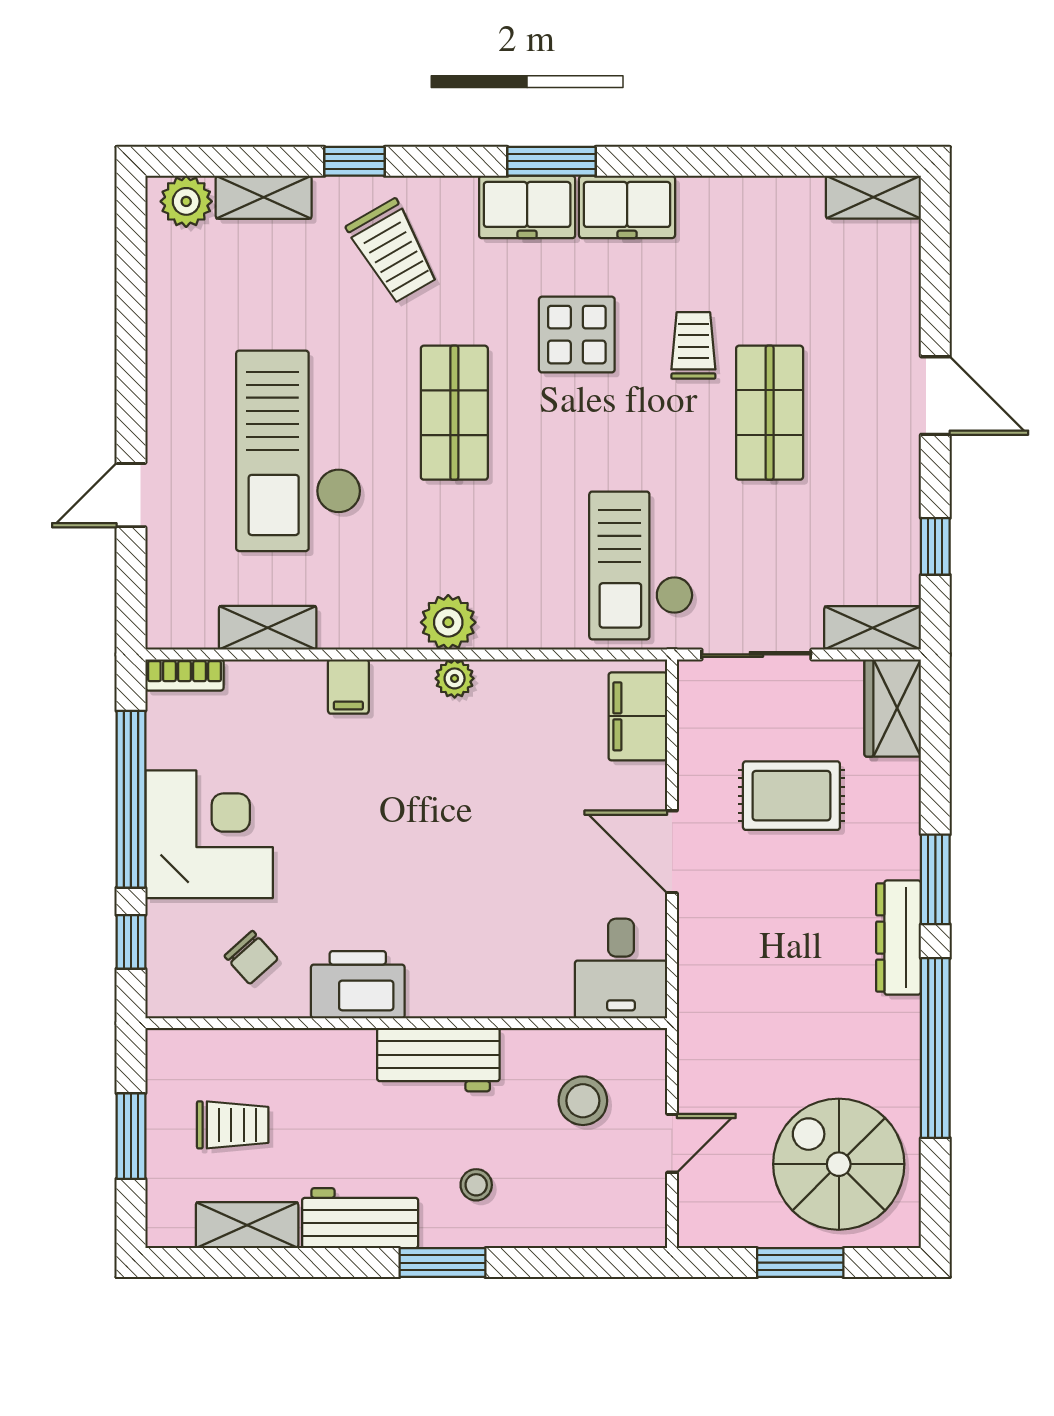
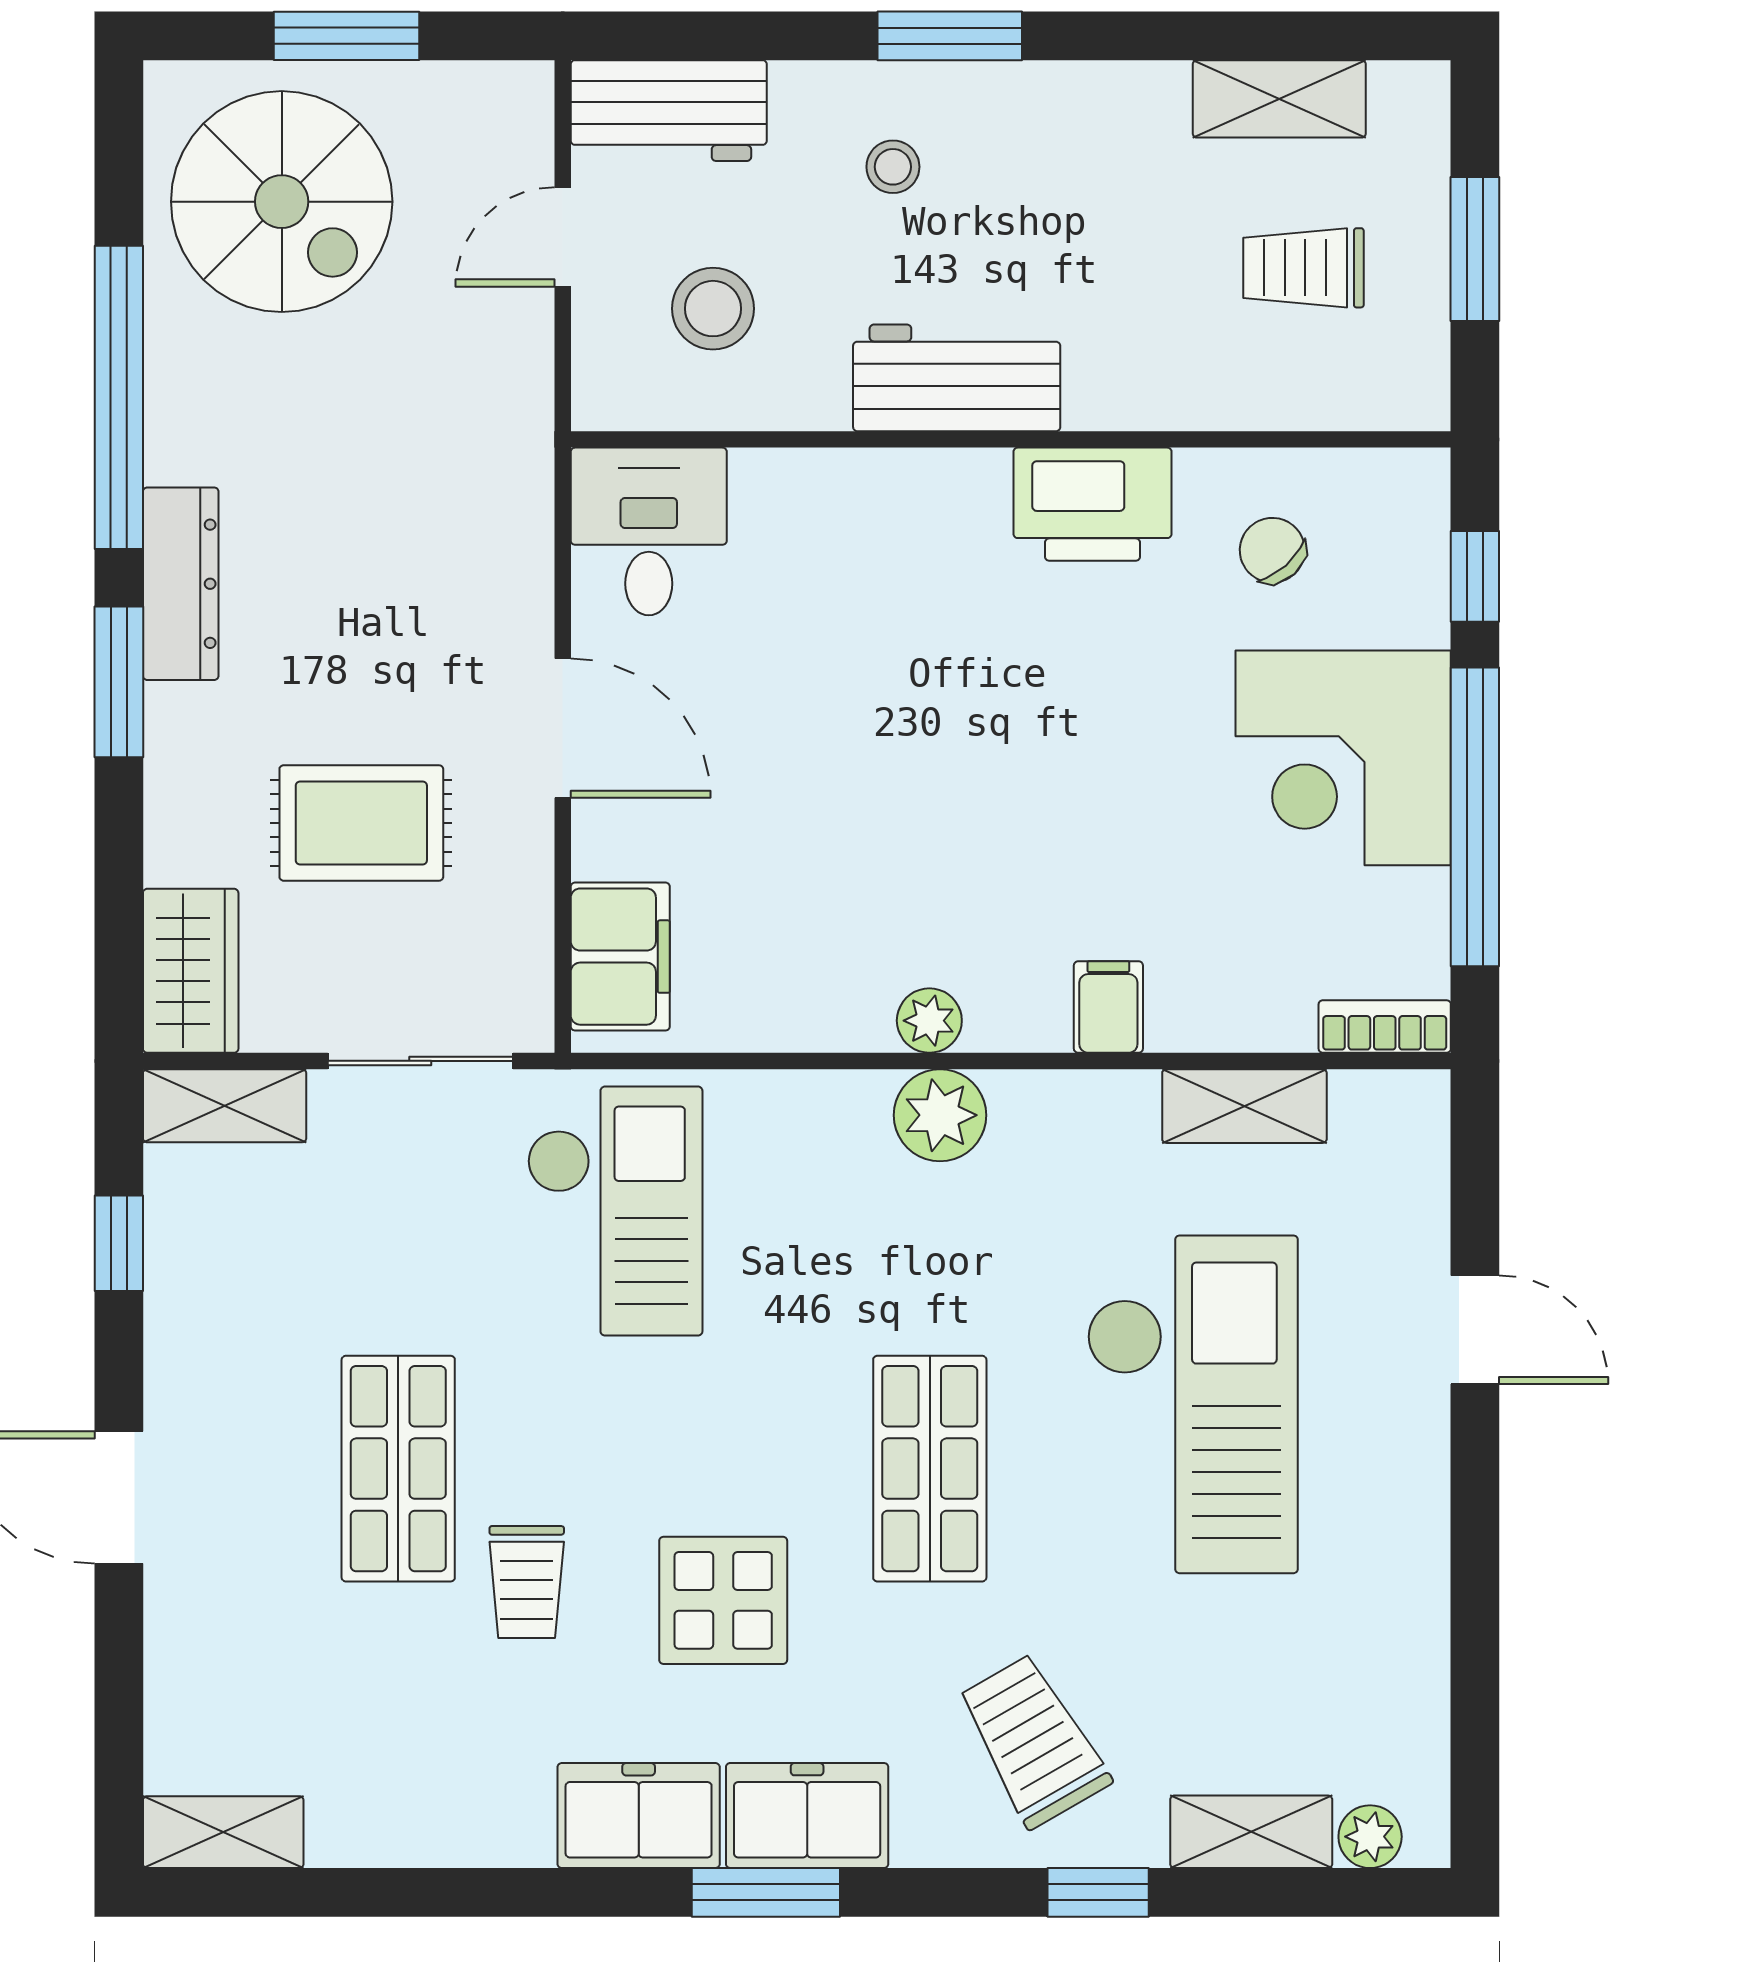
plant: (186, 201) -> (1370, 1837), width x0.73, depth x0.73
door: (131, 495) -> (1475, 1330), hinge flipped
workbench: (360, 1218) -> (669, 111), moved

